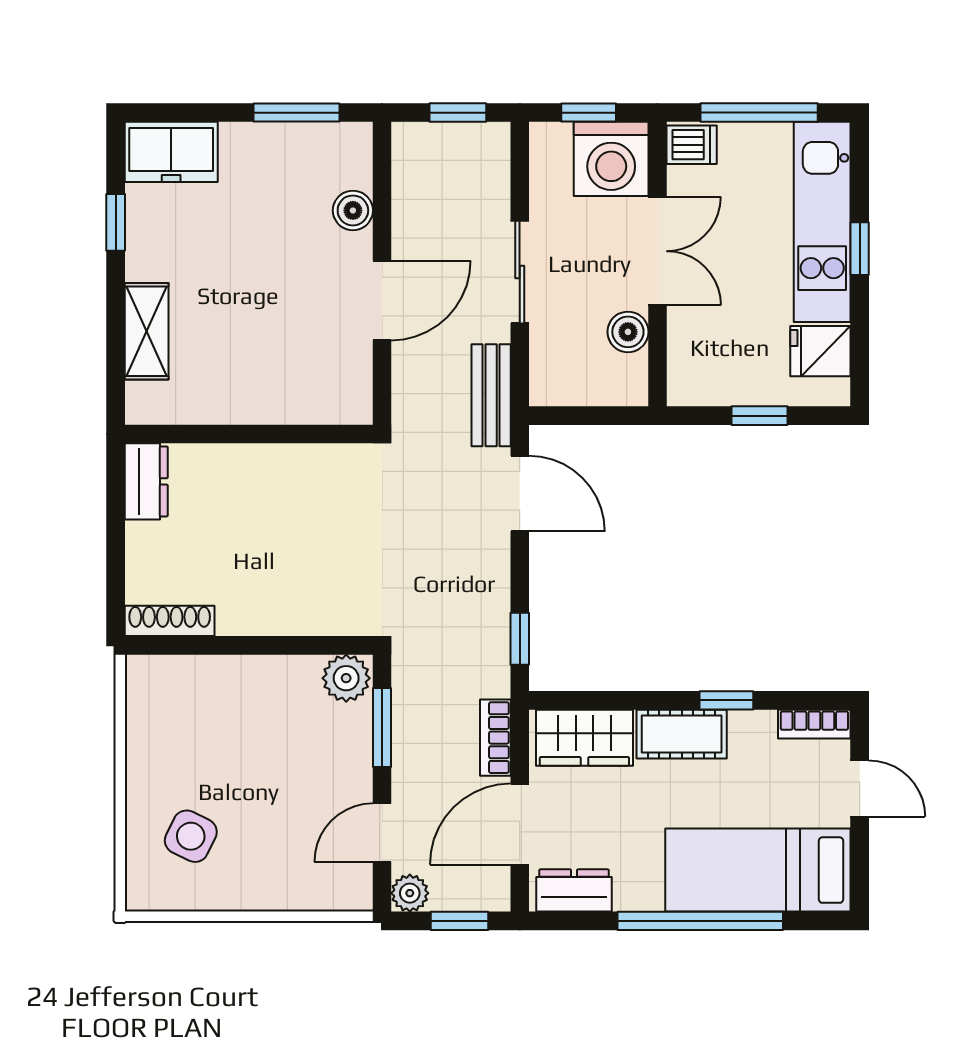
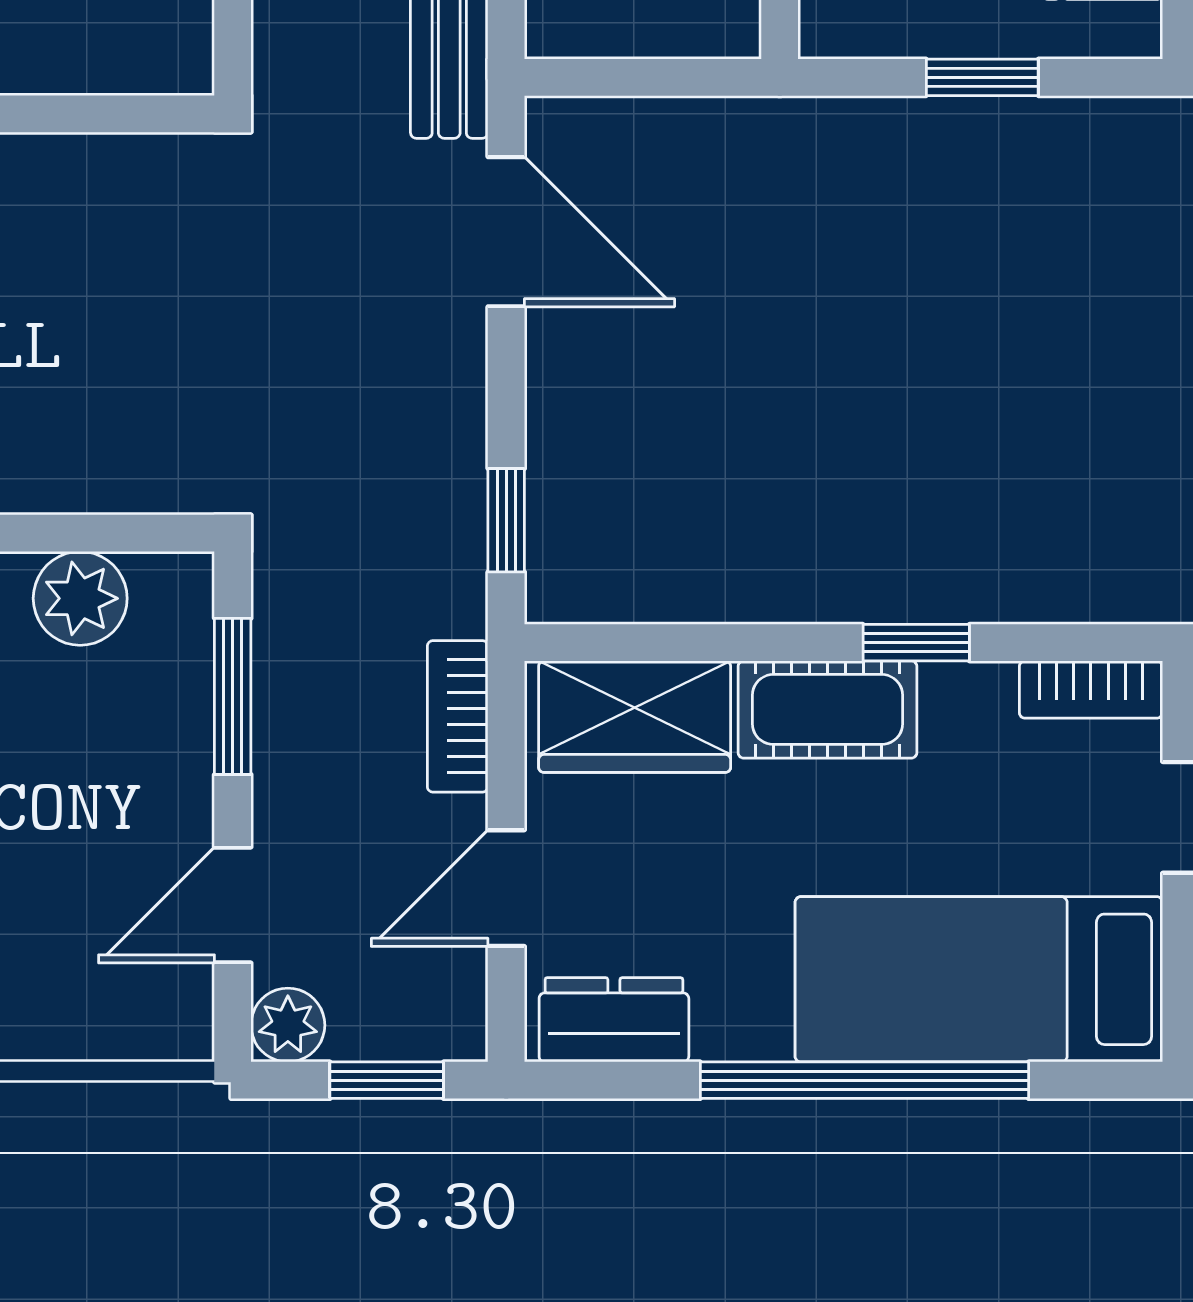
plant: (346, 678) -> (80, 598), moved
door: (520, 824) -> (506, 888), width x0.73

